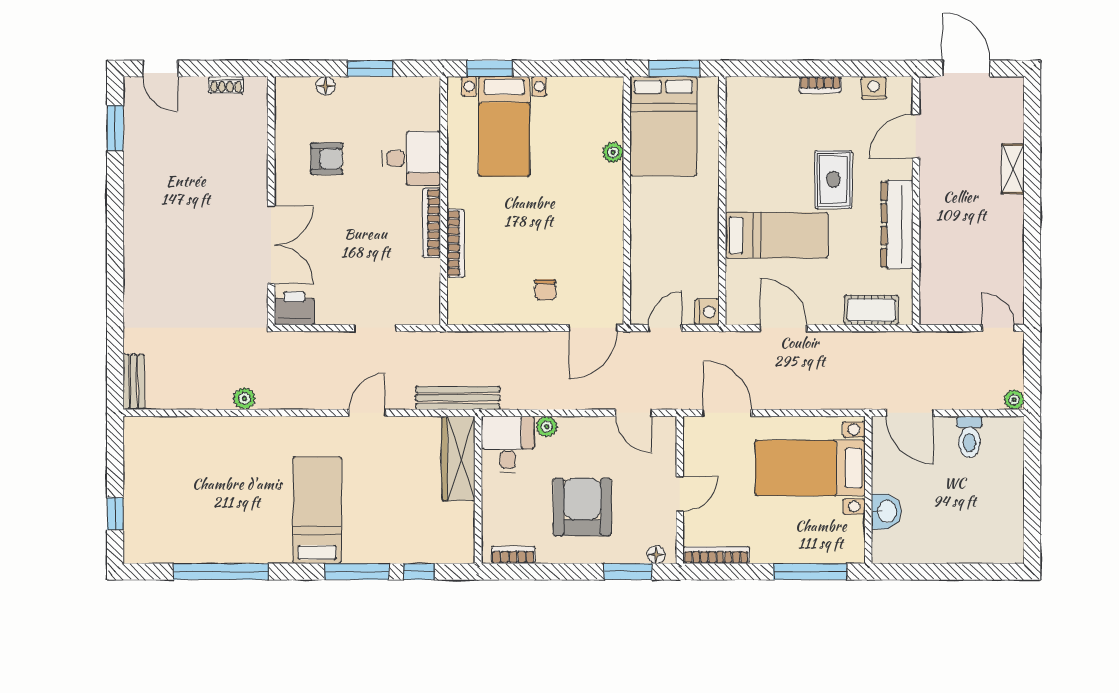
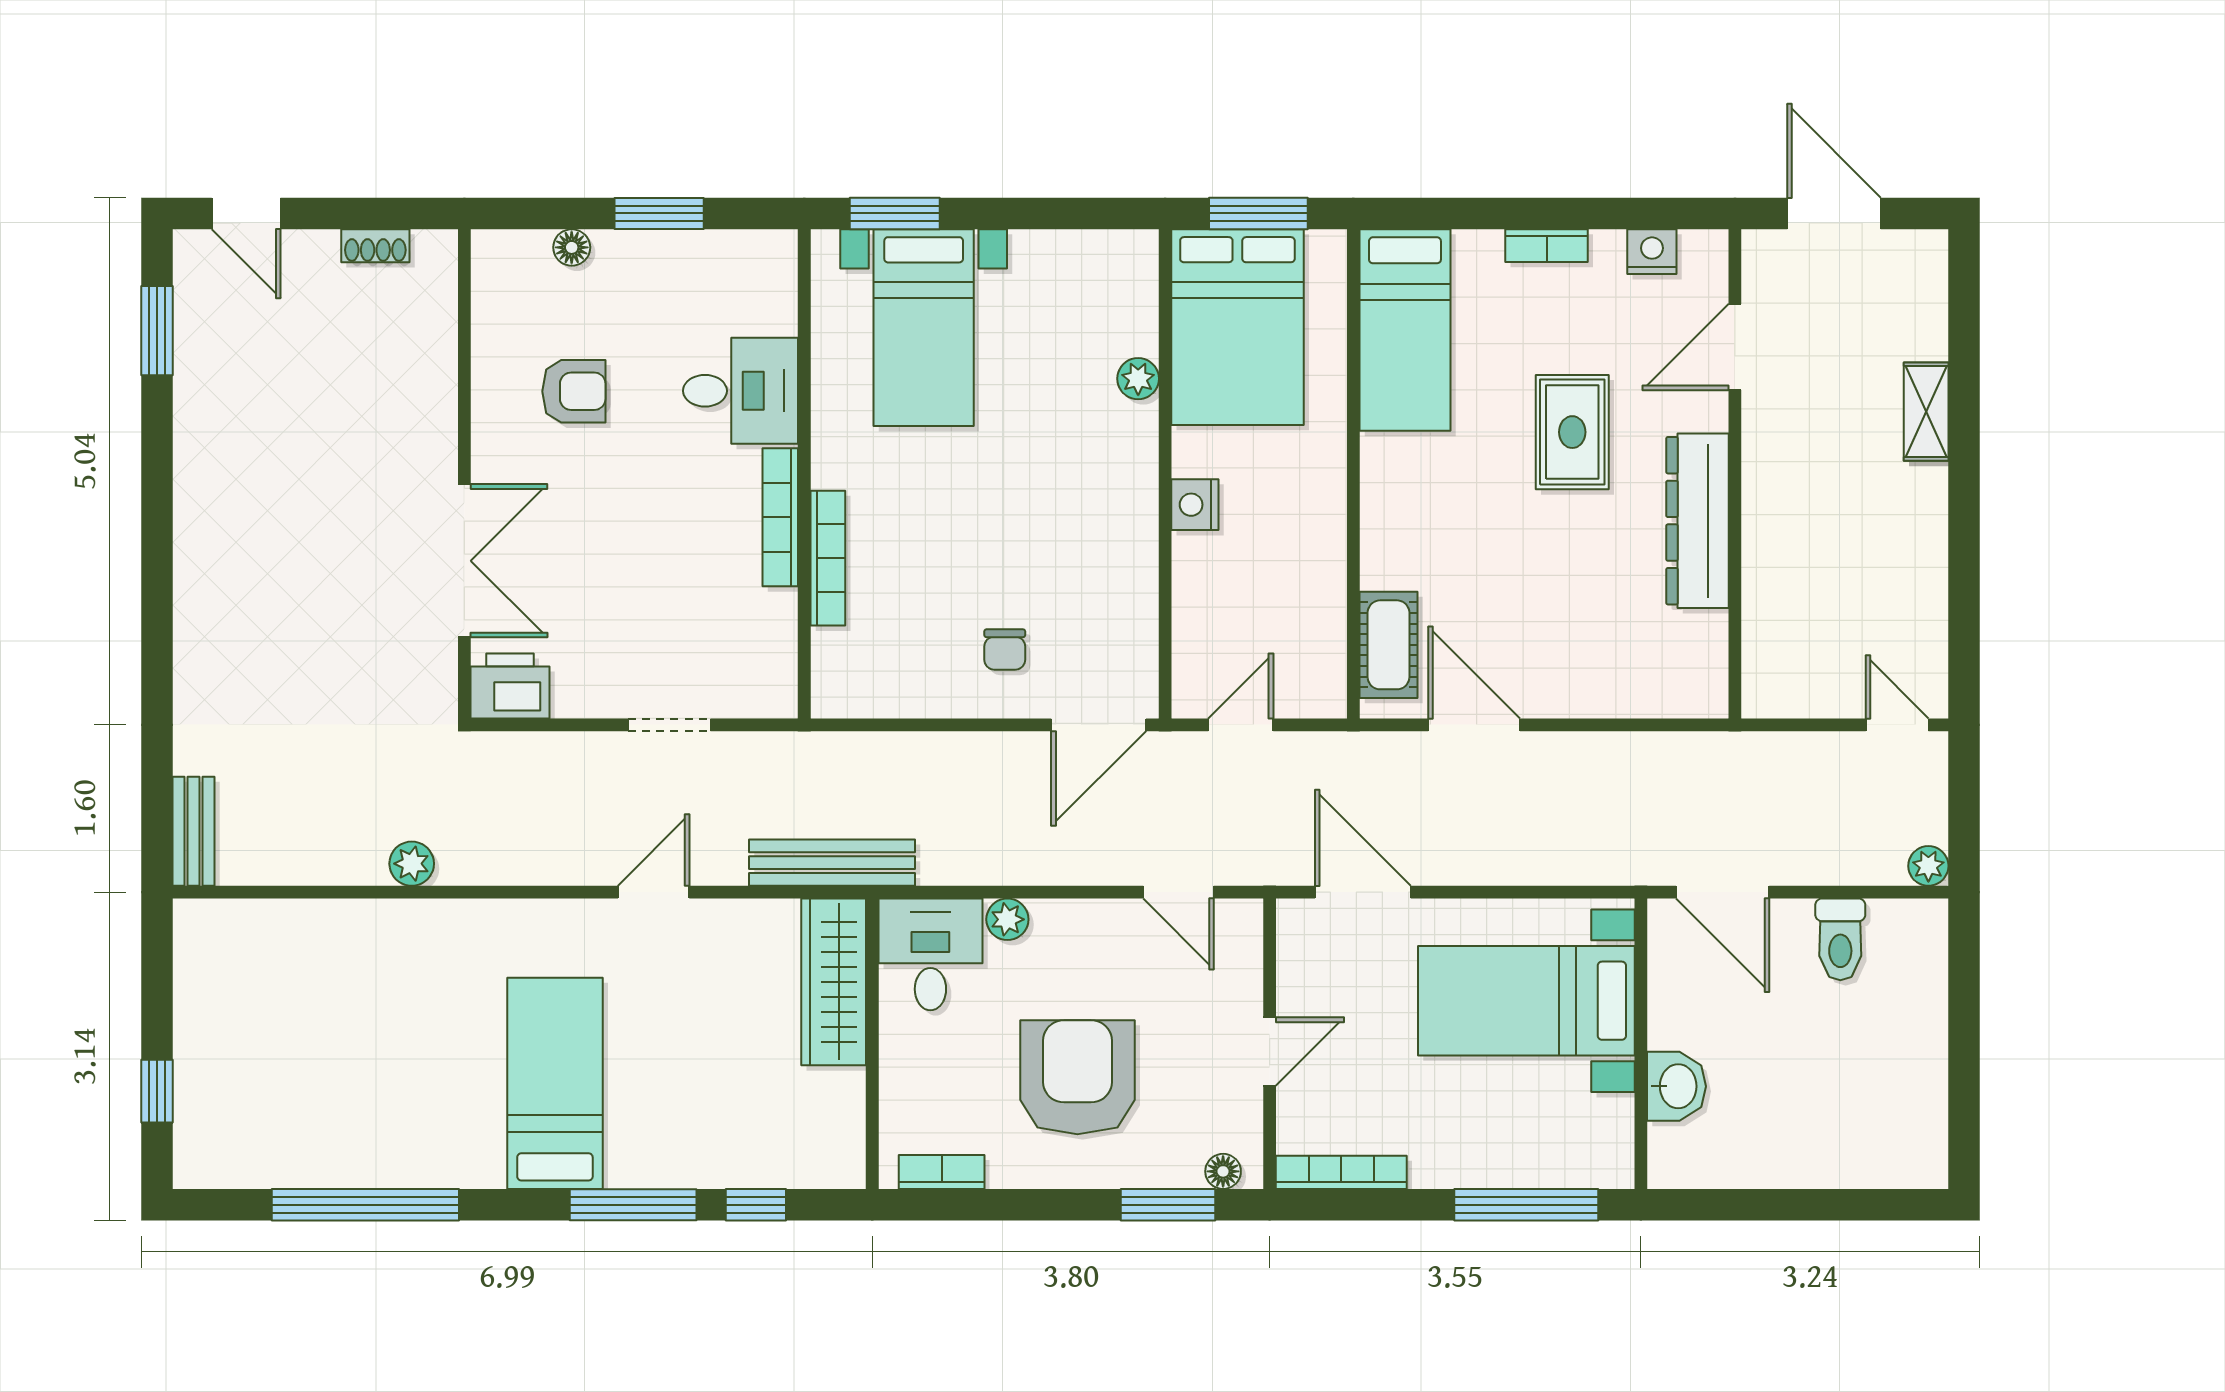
bed: (777, 235) -> (1405, 330), moved, turned 90
cot: (872, 310) -> (1388, 645), moved, turned 90
nightstand: (707, 312) -> (1195, 505), moved, turned 180

